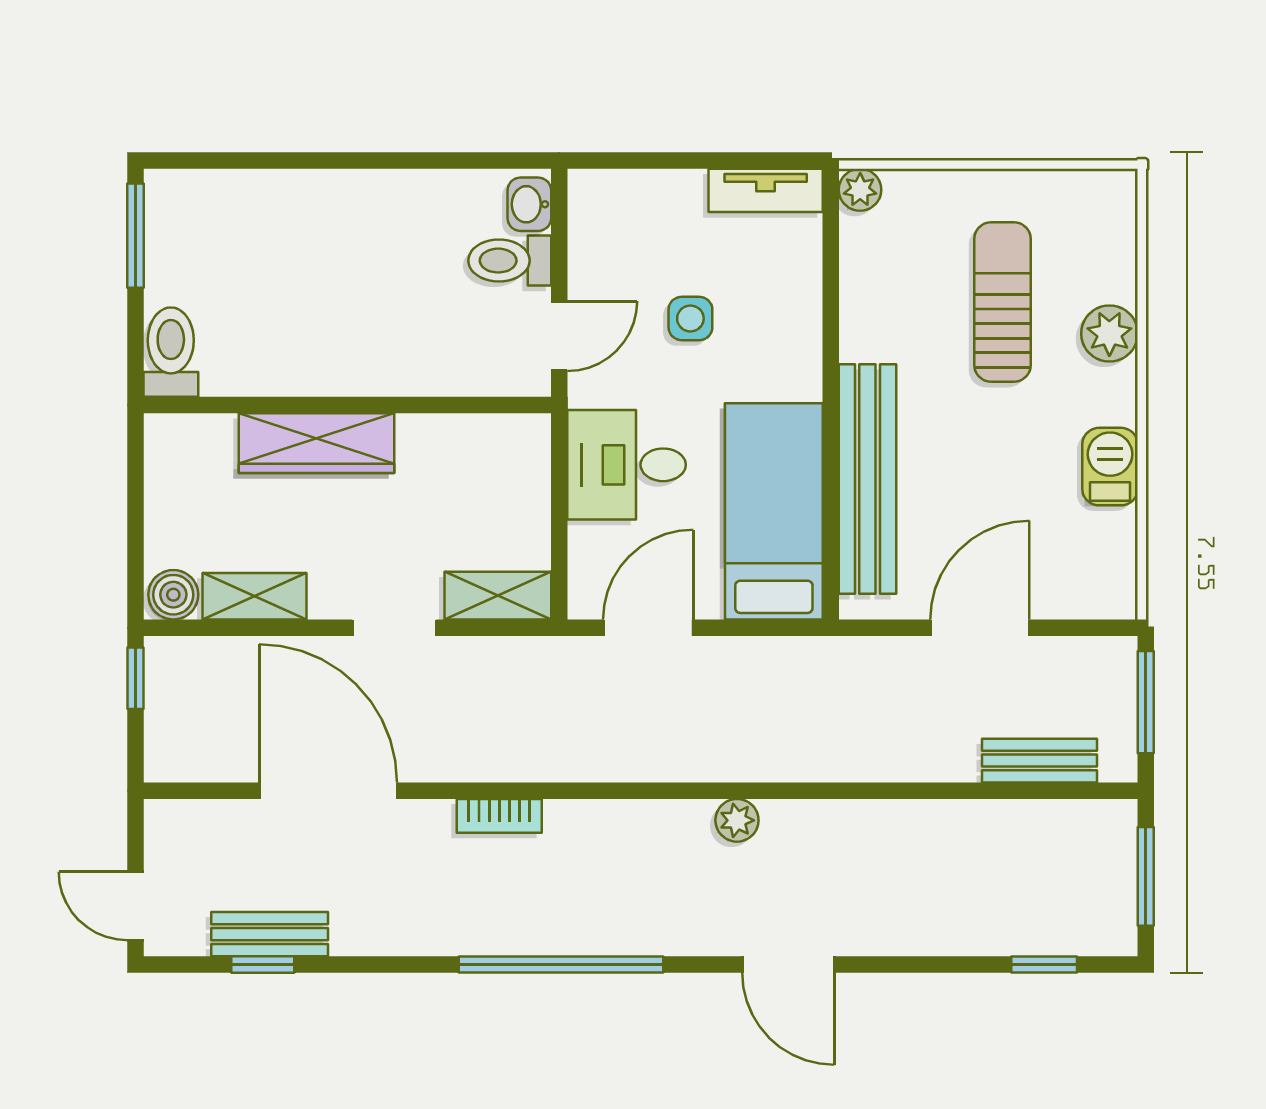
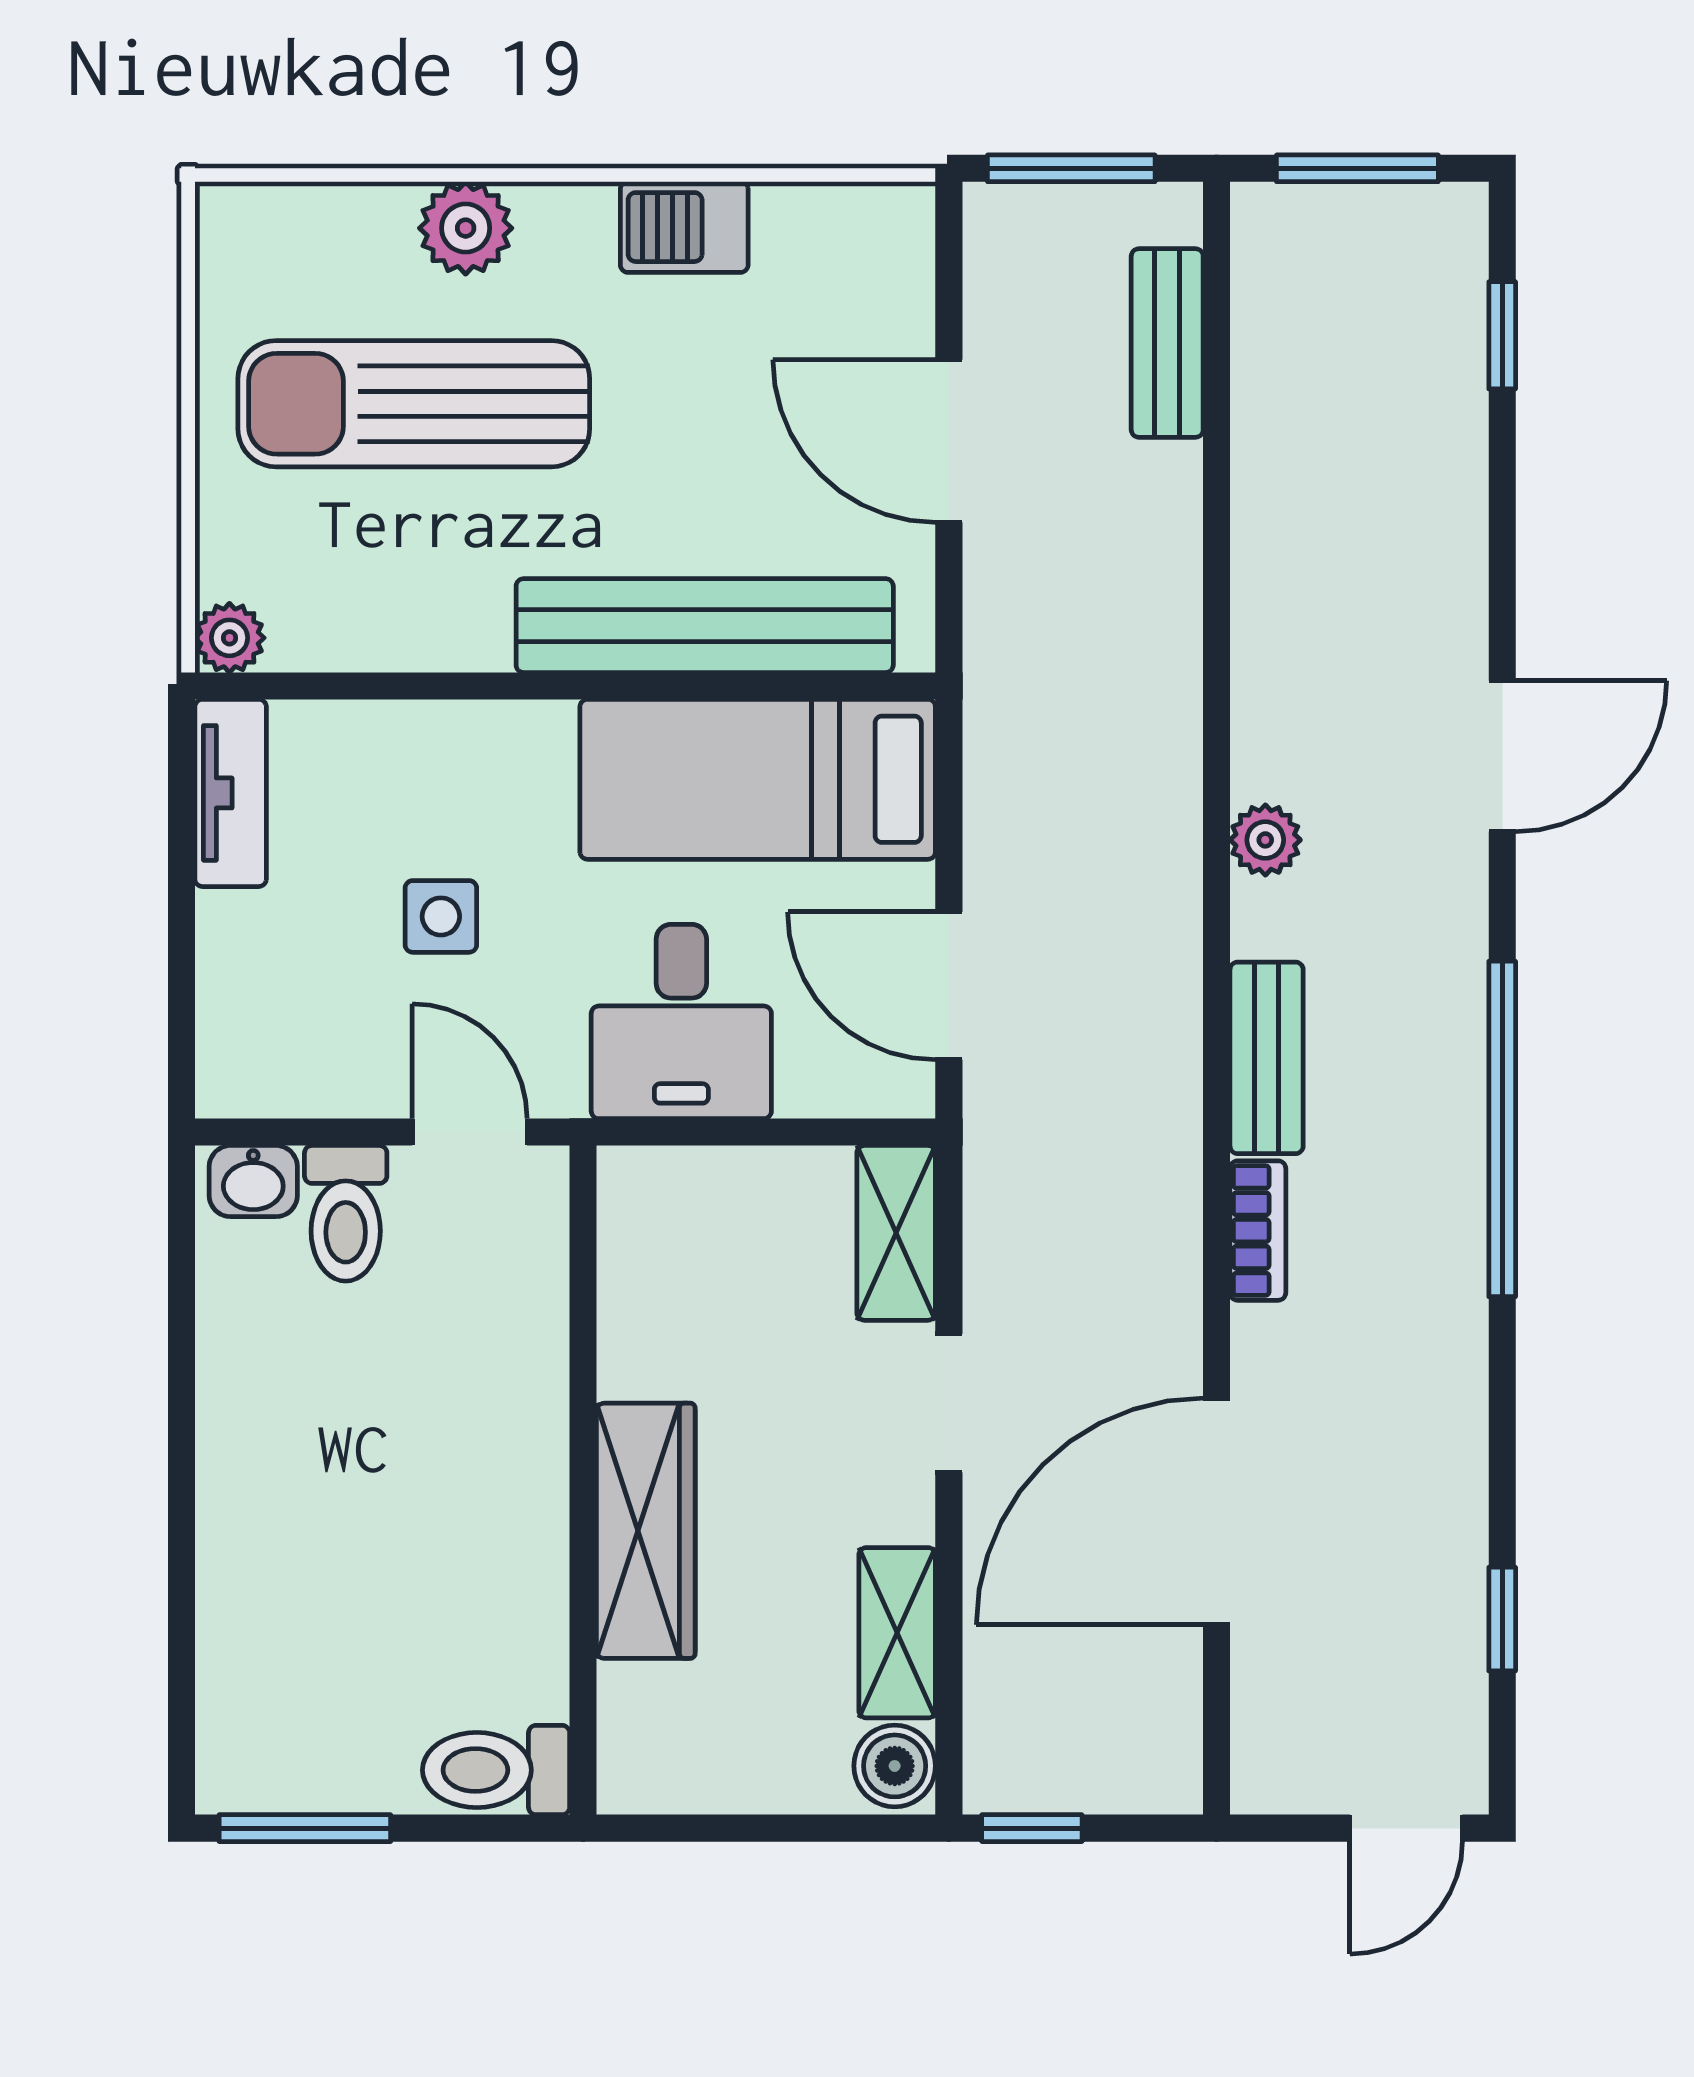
sun lounger: (1003, 302) -> (414, 404), width x1.36, depth x1.34
bench: (270, 934) -> (1267, 1058), moved

